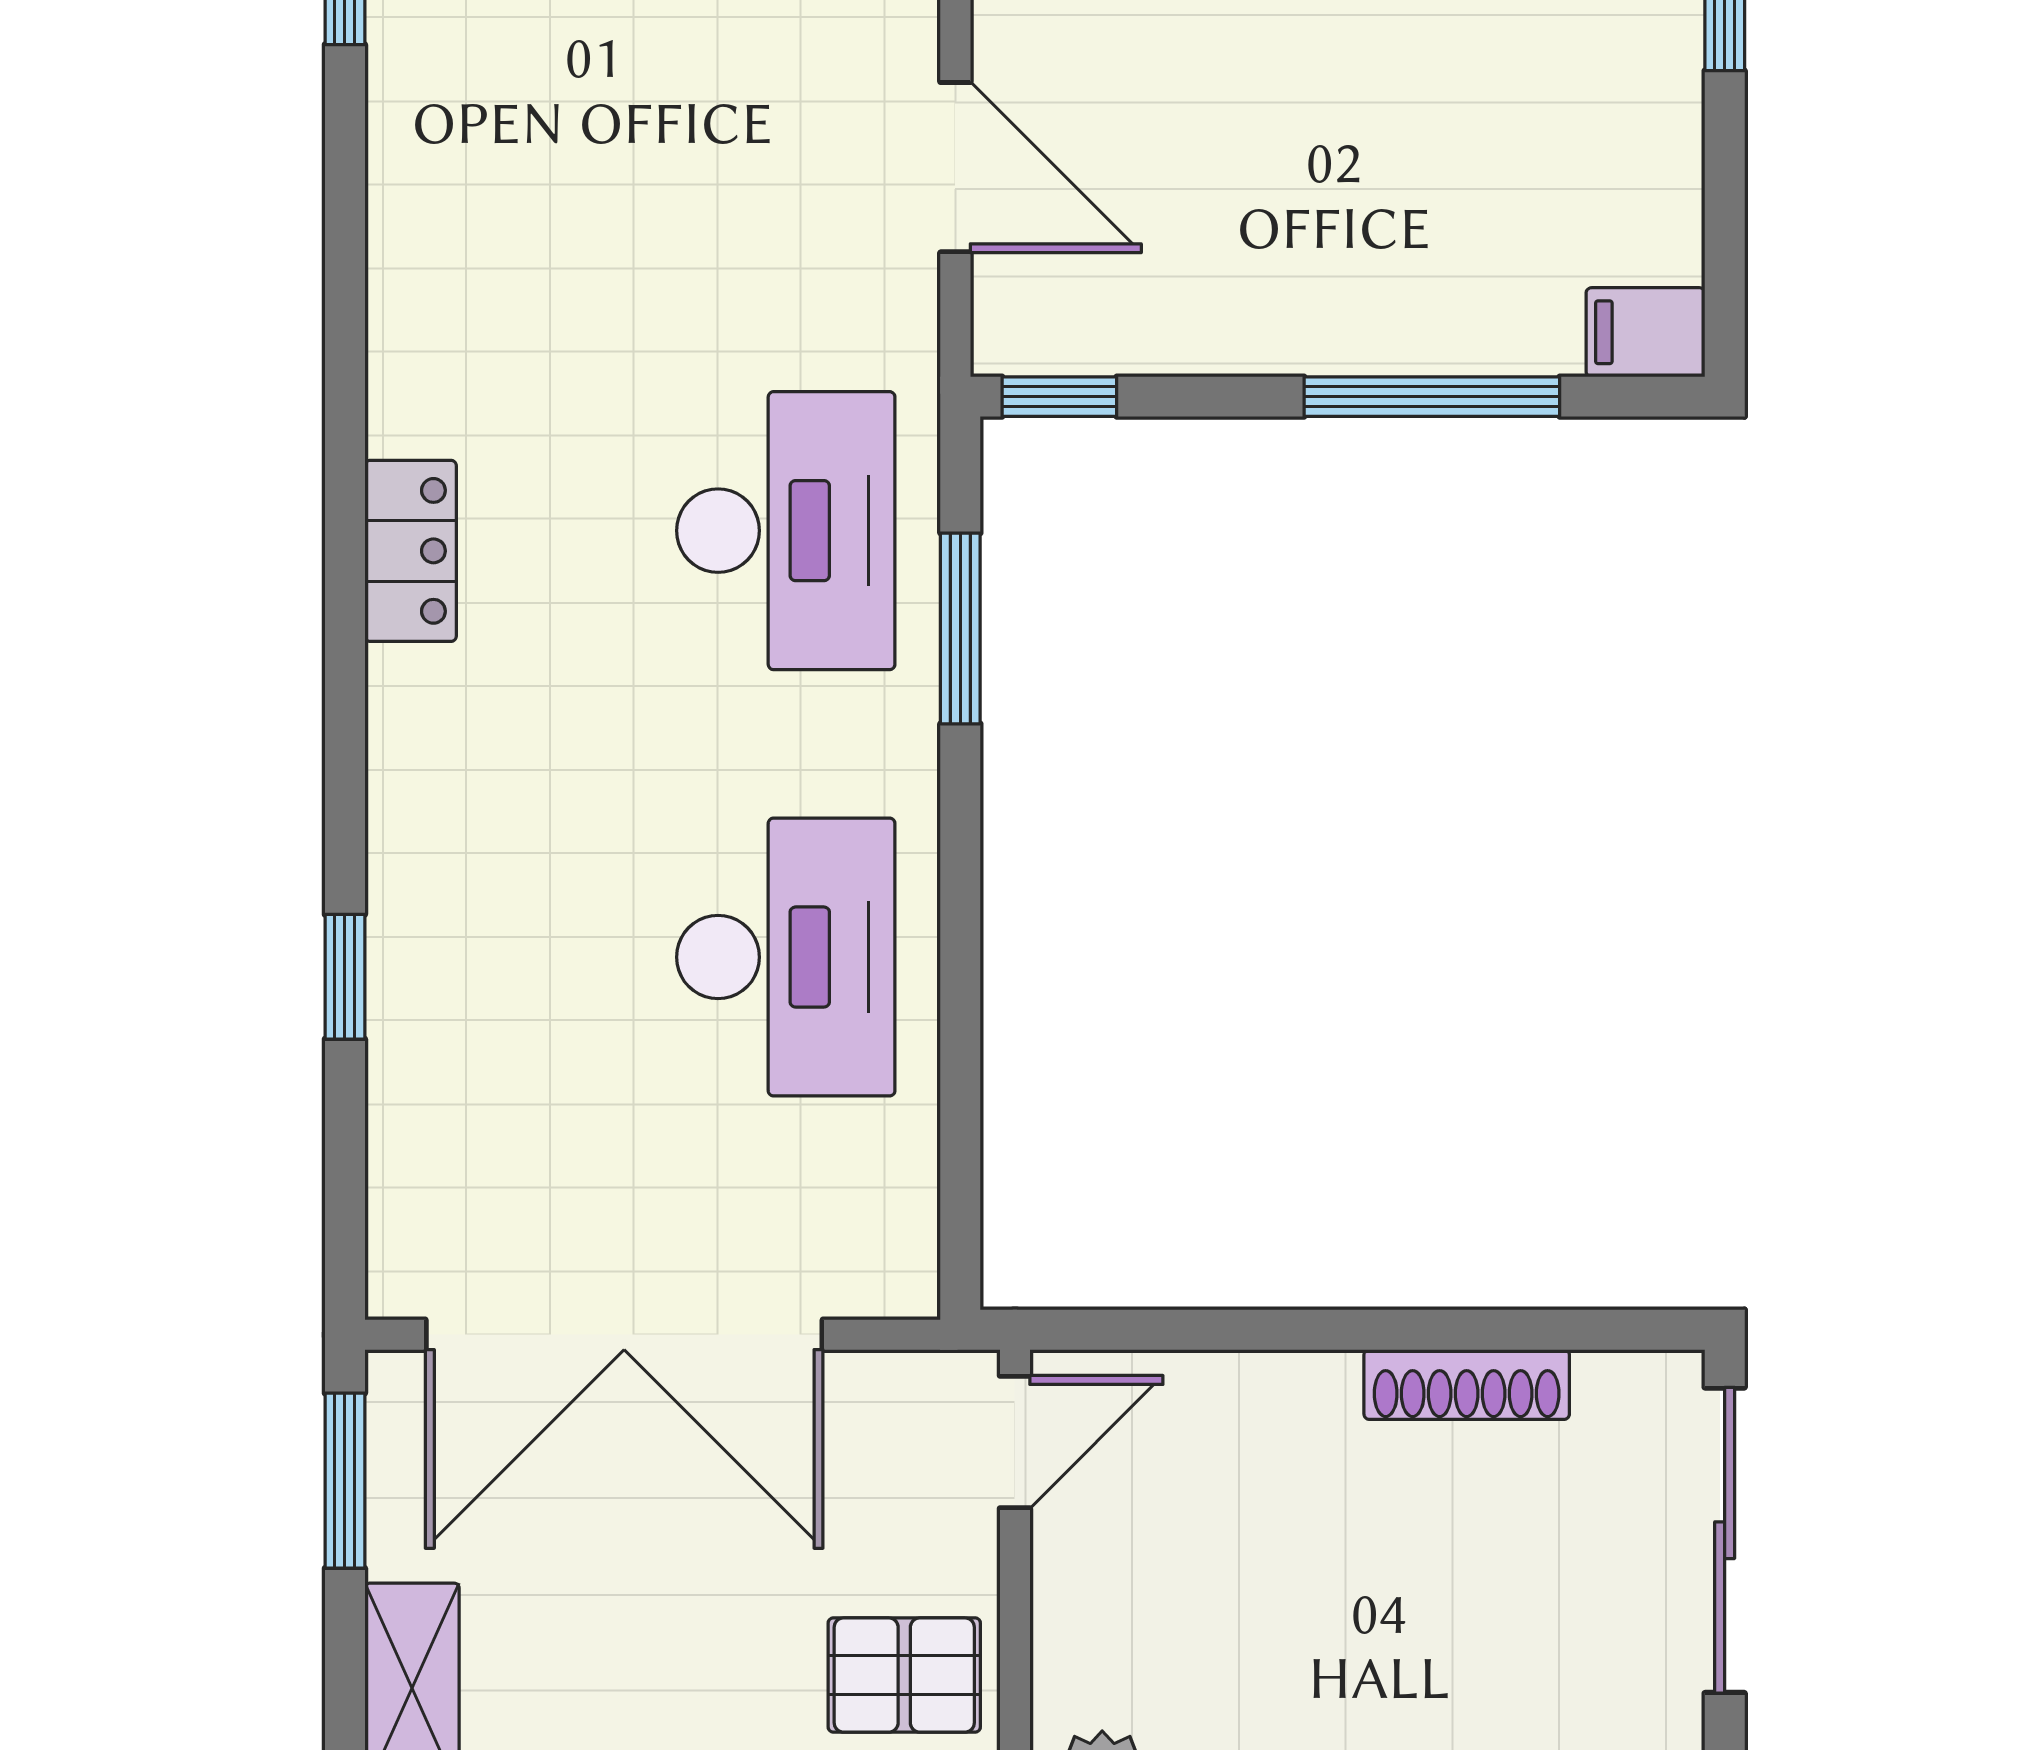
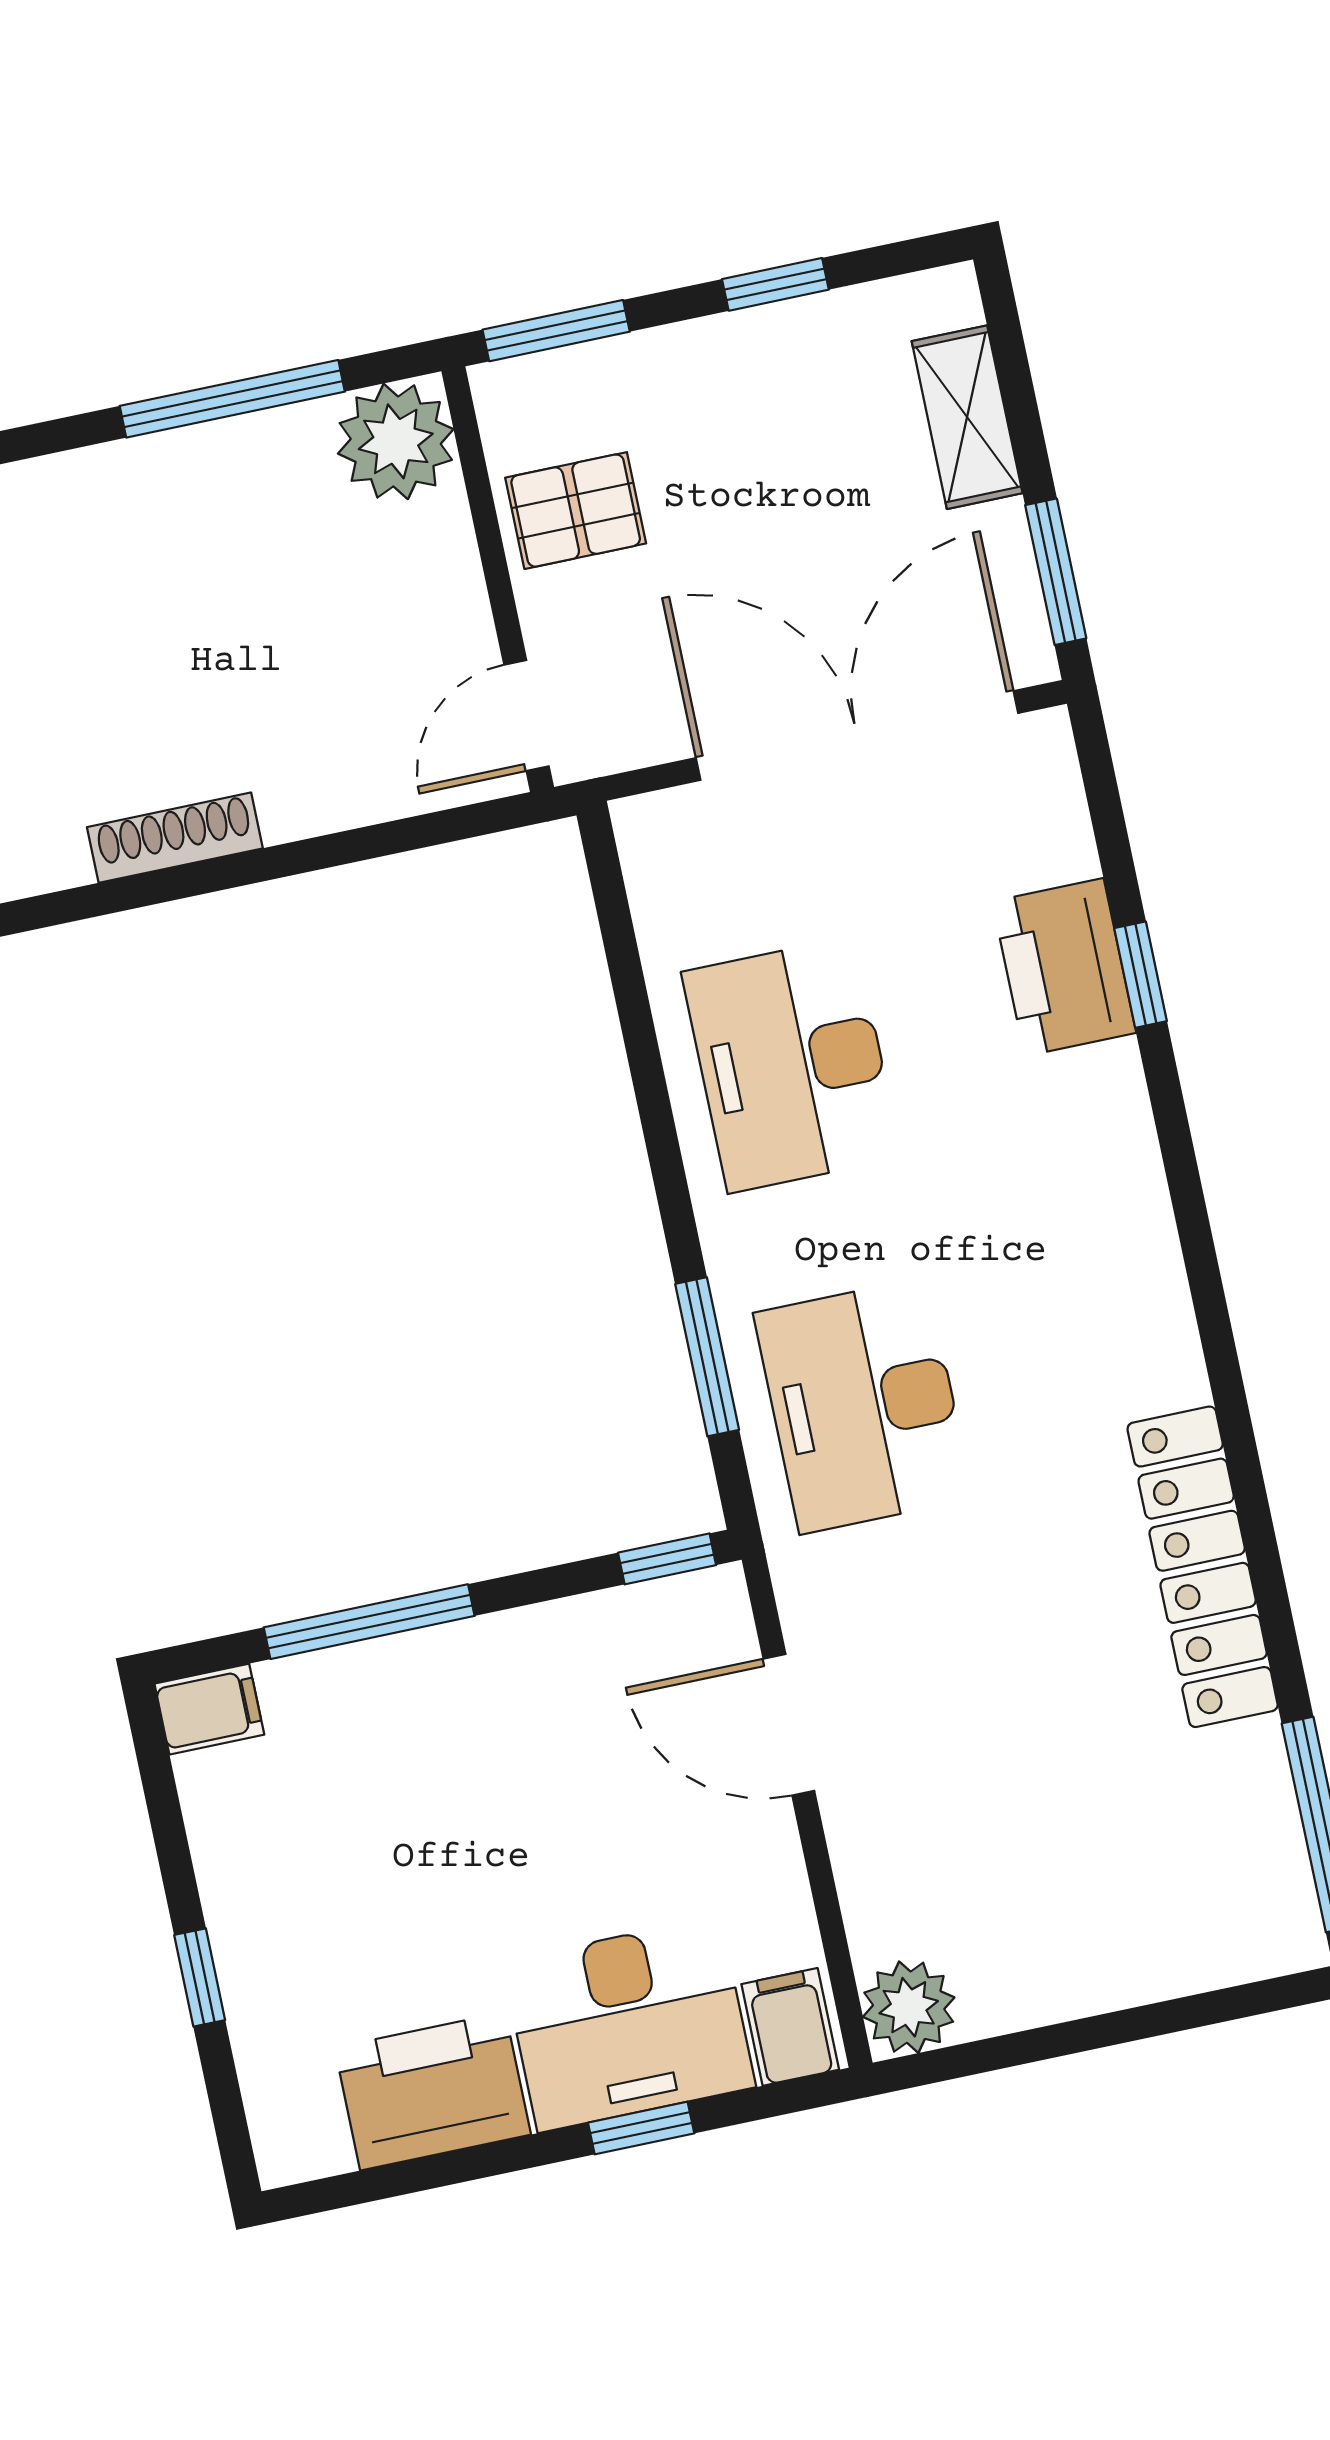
locker: (411, 551) -> (1203, 1567), moved, width x2.16, depth x1.21
printer: (434, 1005) -> (1064, 967), added

